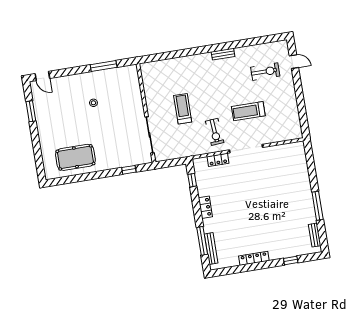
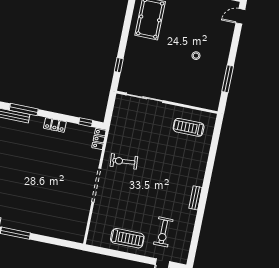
treadmill: (183, 109) -> (189, 127), moved, turned 180
treadmill: (248, 111) -> (127, 238), moved, turned 90
locker: (218, 160) -> (99, 139), moved

